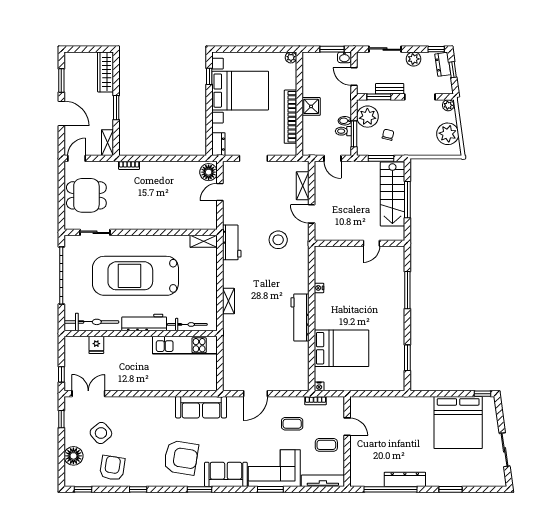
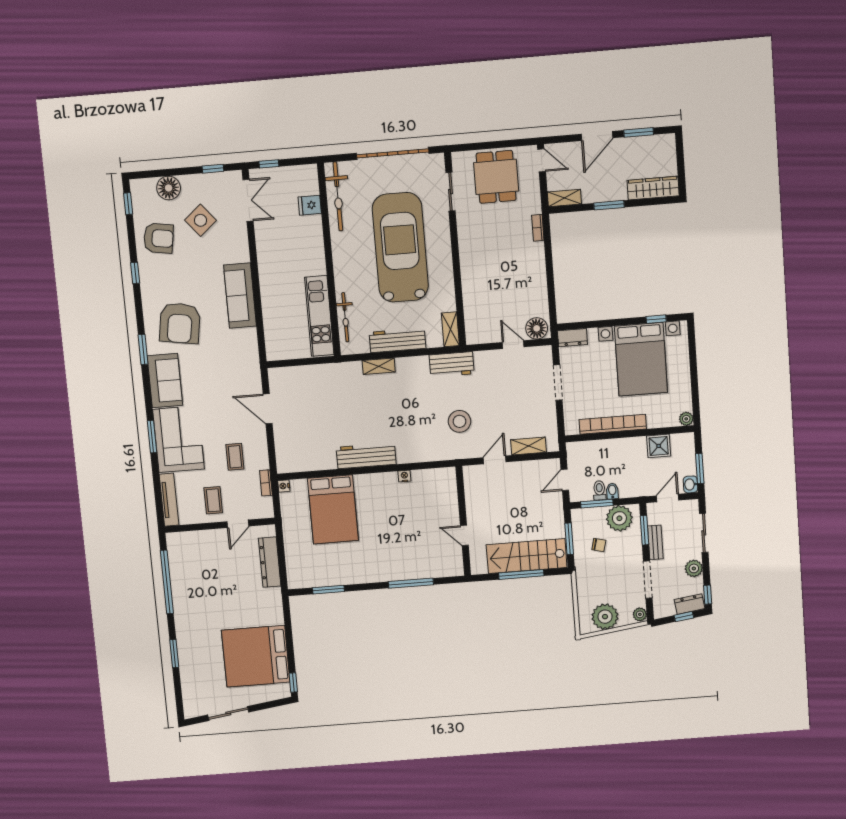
shower: (311, 106) -> (659, 446), moved
workbench: (144, 322) -> (397, 340), moved, turned -90
sofa: (201, 407) -> (240, 296), moved
dresser: (405, 479) -> (270, 562), moved, turned 180

